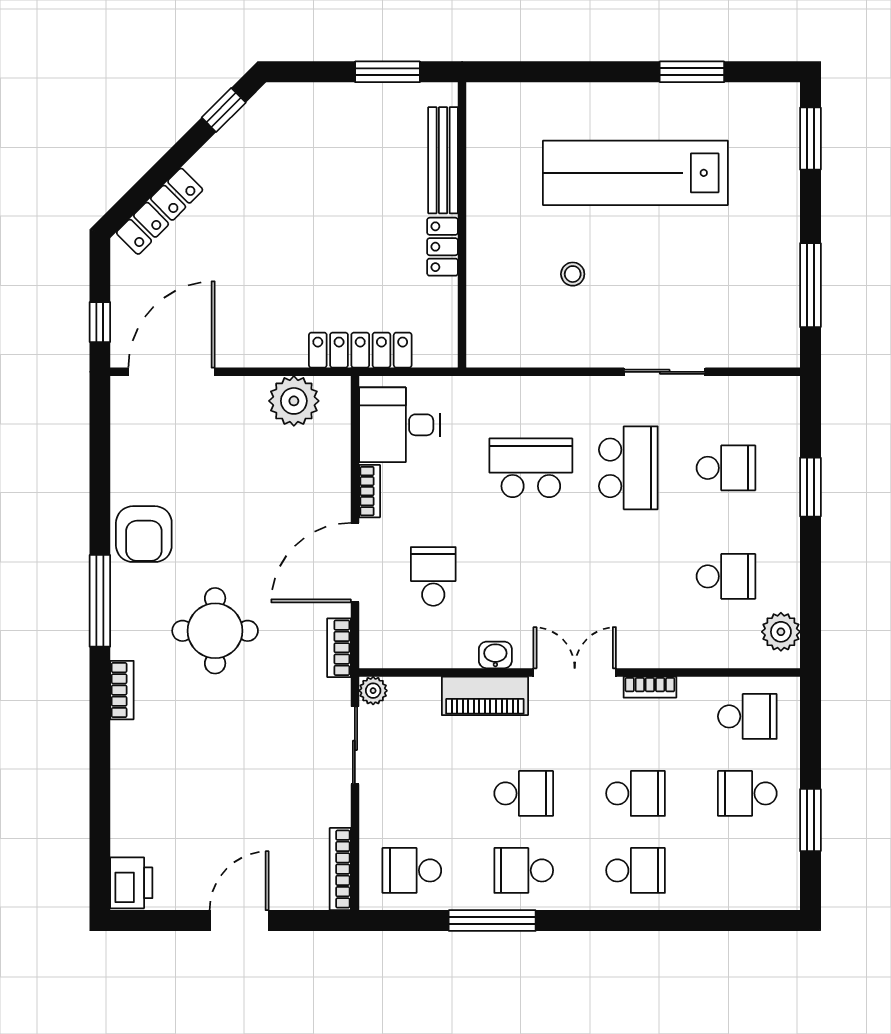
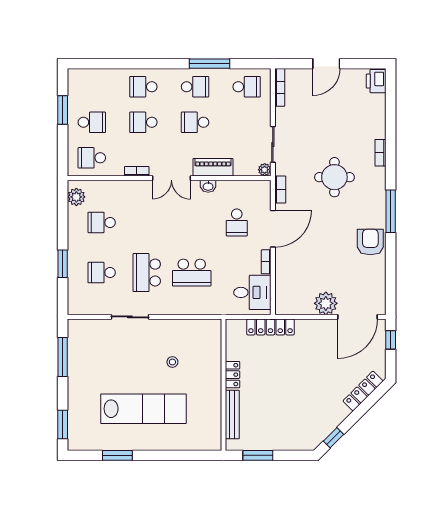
plant: (294, 401) -> (326, 303), moved
round table: (215, 631) -> (334, 177), moved
bookcase: (122, 690) -> (380, 153), moved

